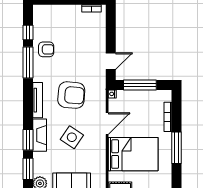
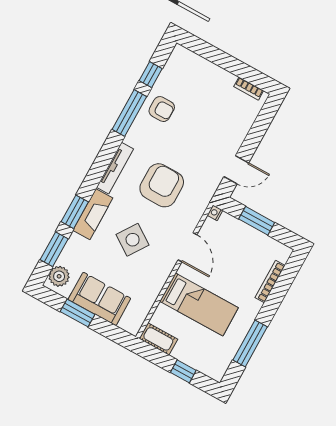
window: (140, 85) -> (257, 221), width x0.69
armchair: (71, 95) -> (162, 185), turned -95
door: (107, 124) -> (187, 247), hinge flipped
window: (177, 148) -> (250, 343), moved
bed: (133, 154) -> (199, 305), width x0.67

